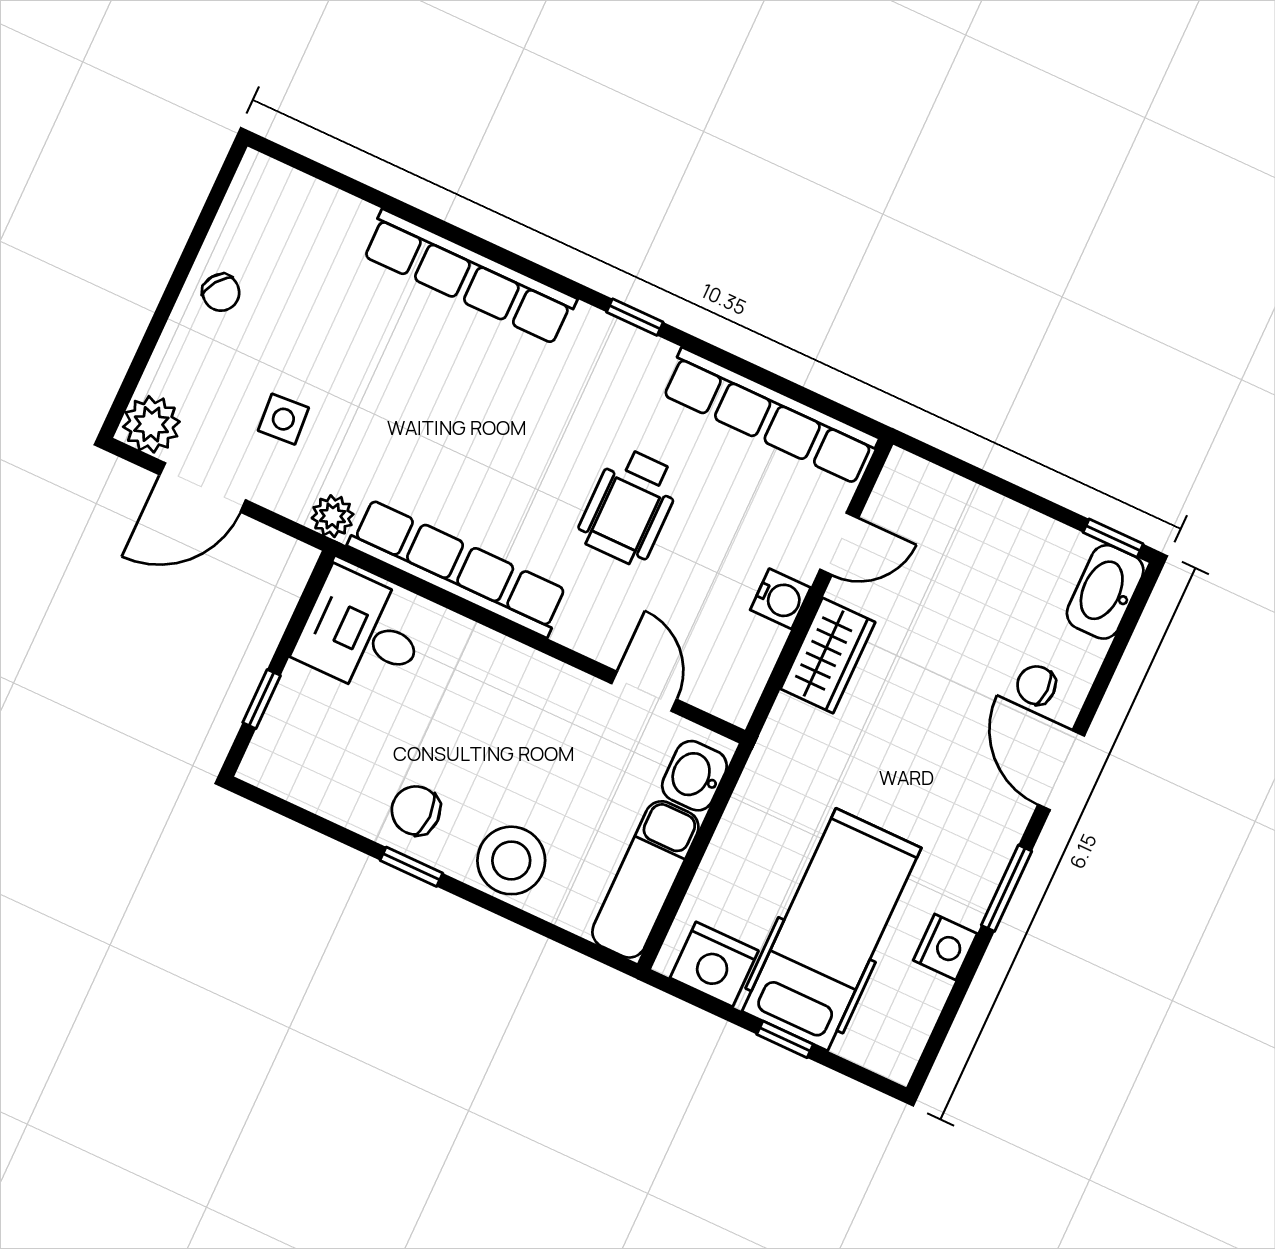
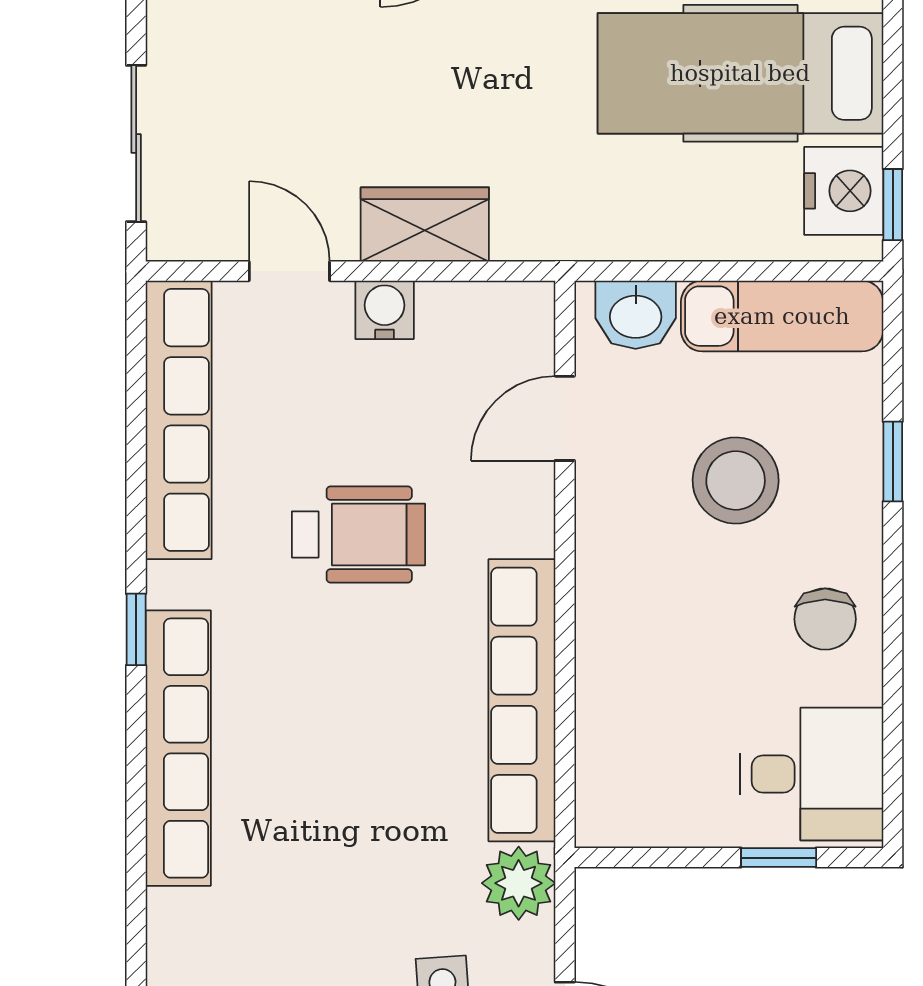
row of seats: (469, 277) -> (178, 748), moved
sliding door: (980, 477) -> (136, 143), added
plant: (333, 516) -> (519, 883), width x1.38, depth x1.38
desk: (362, 633) -> (812, 774), moved, turned -90
stool: (511, 860) -> (736, 480), moved
window: (411, 867) -> (893, 462), moved
window: (785, 1039) -> (893, 205), moved

